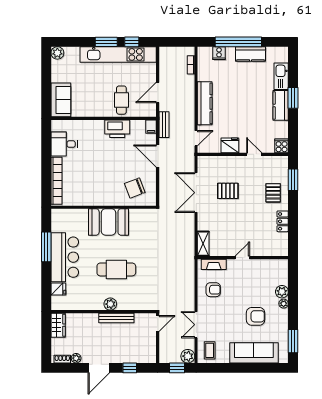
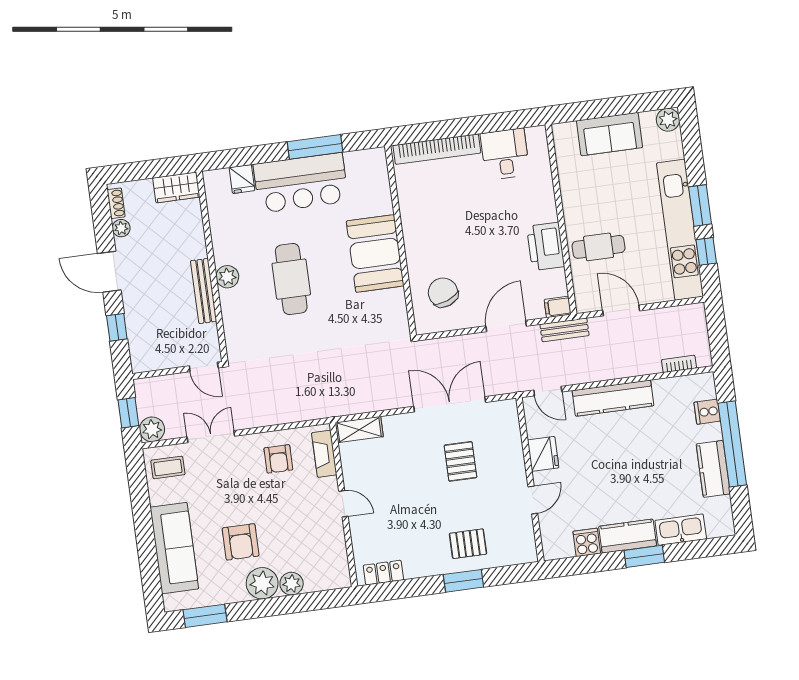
sofa: (61, 100) -> (609, 134), moved
cooker: (282, 146) -> (587, 542), moved, turned -90
window: (293, 180) -> (463, 581), moved
locker: (283, 221) -> (383, 573), moved
plant: (284, 304) -> (262, 583), width x1.88, depth x1.88

